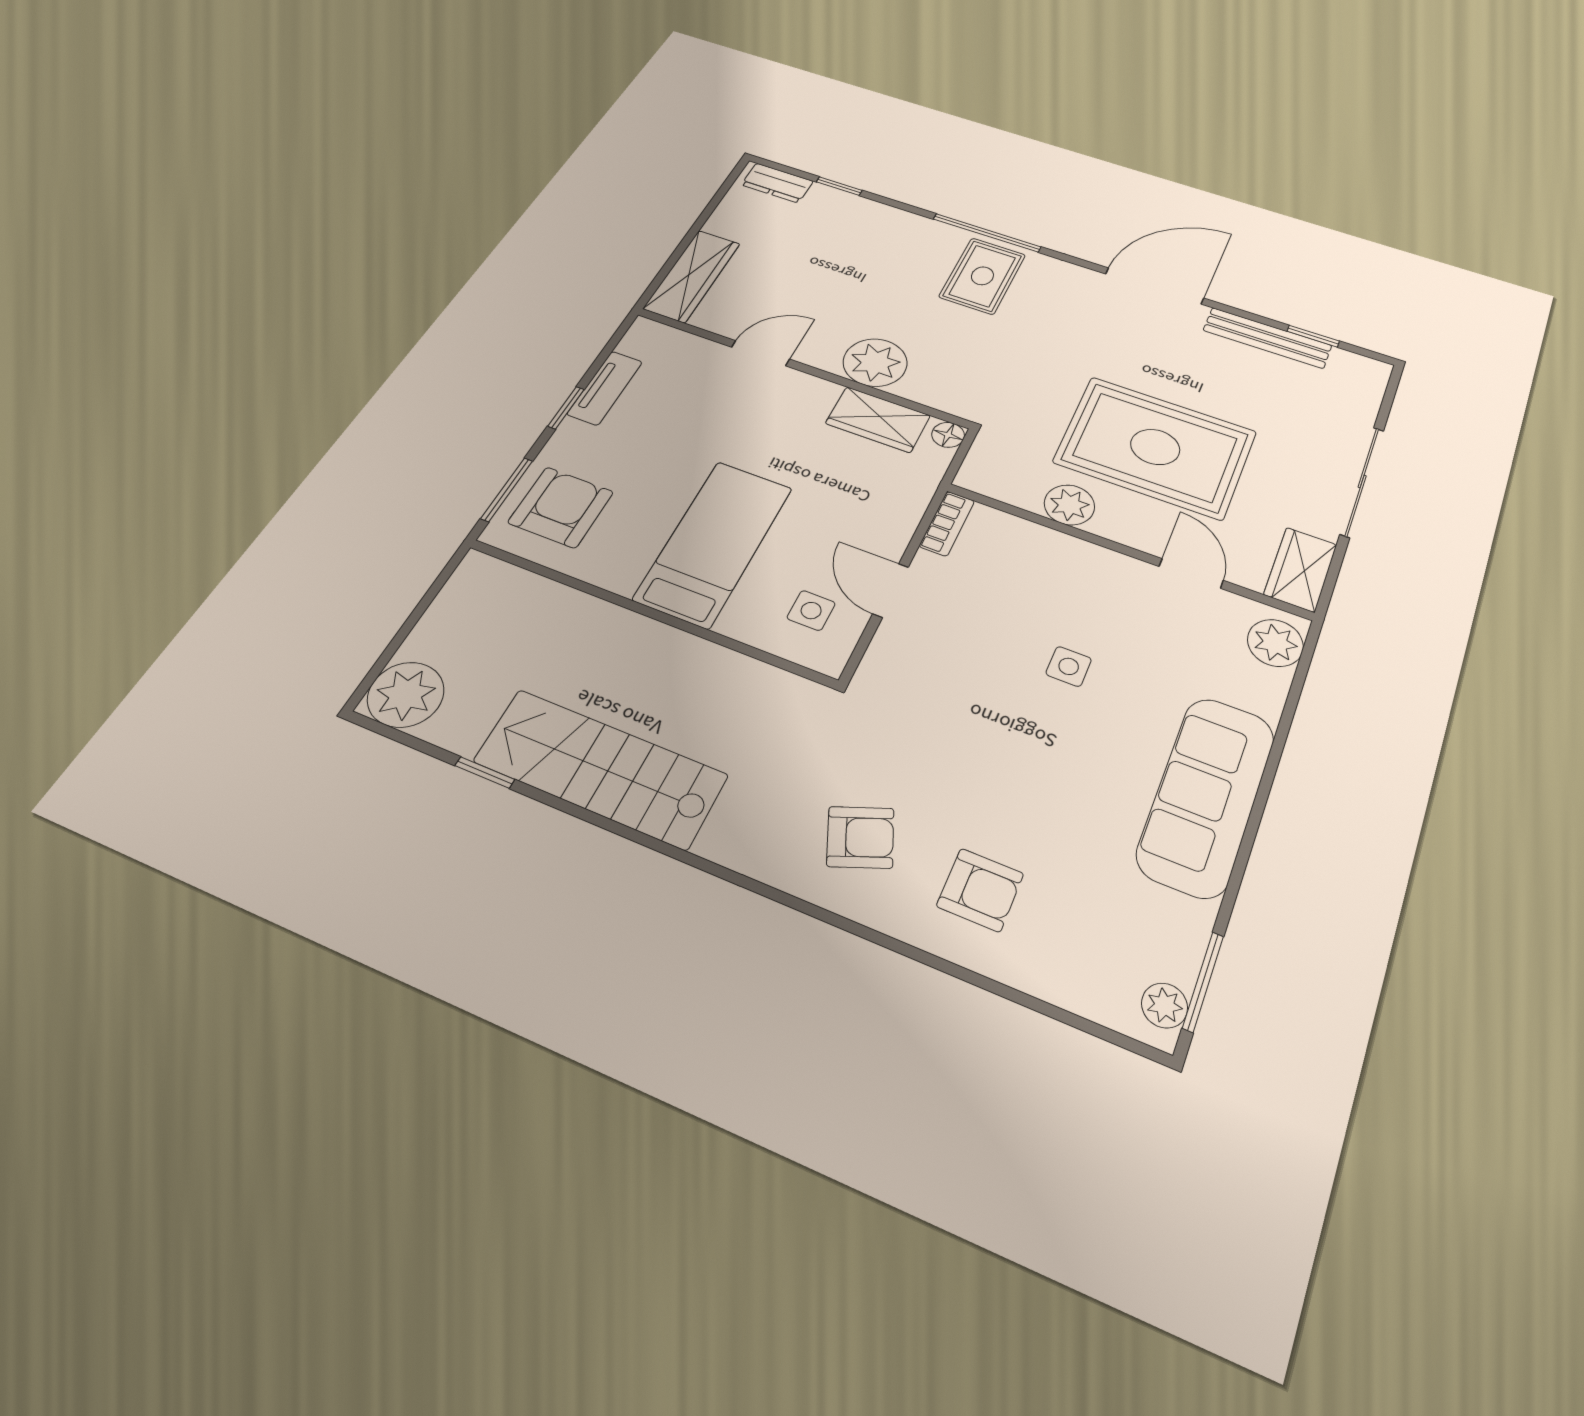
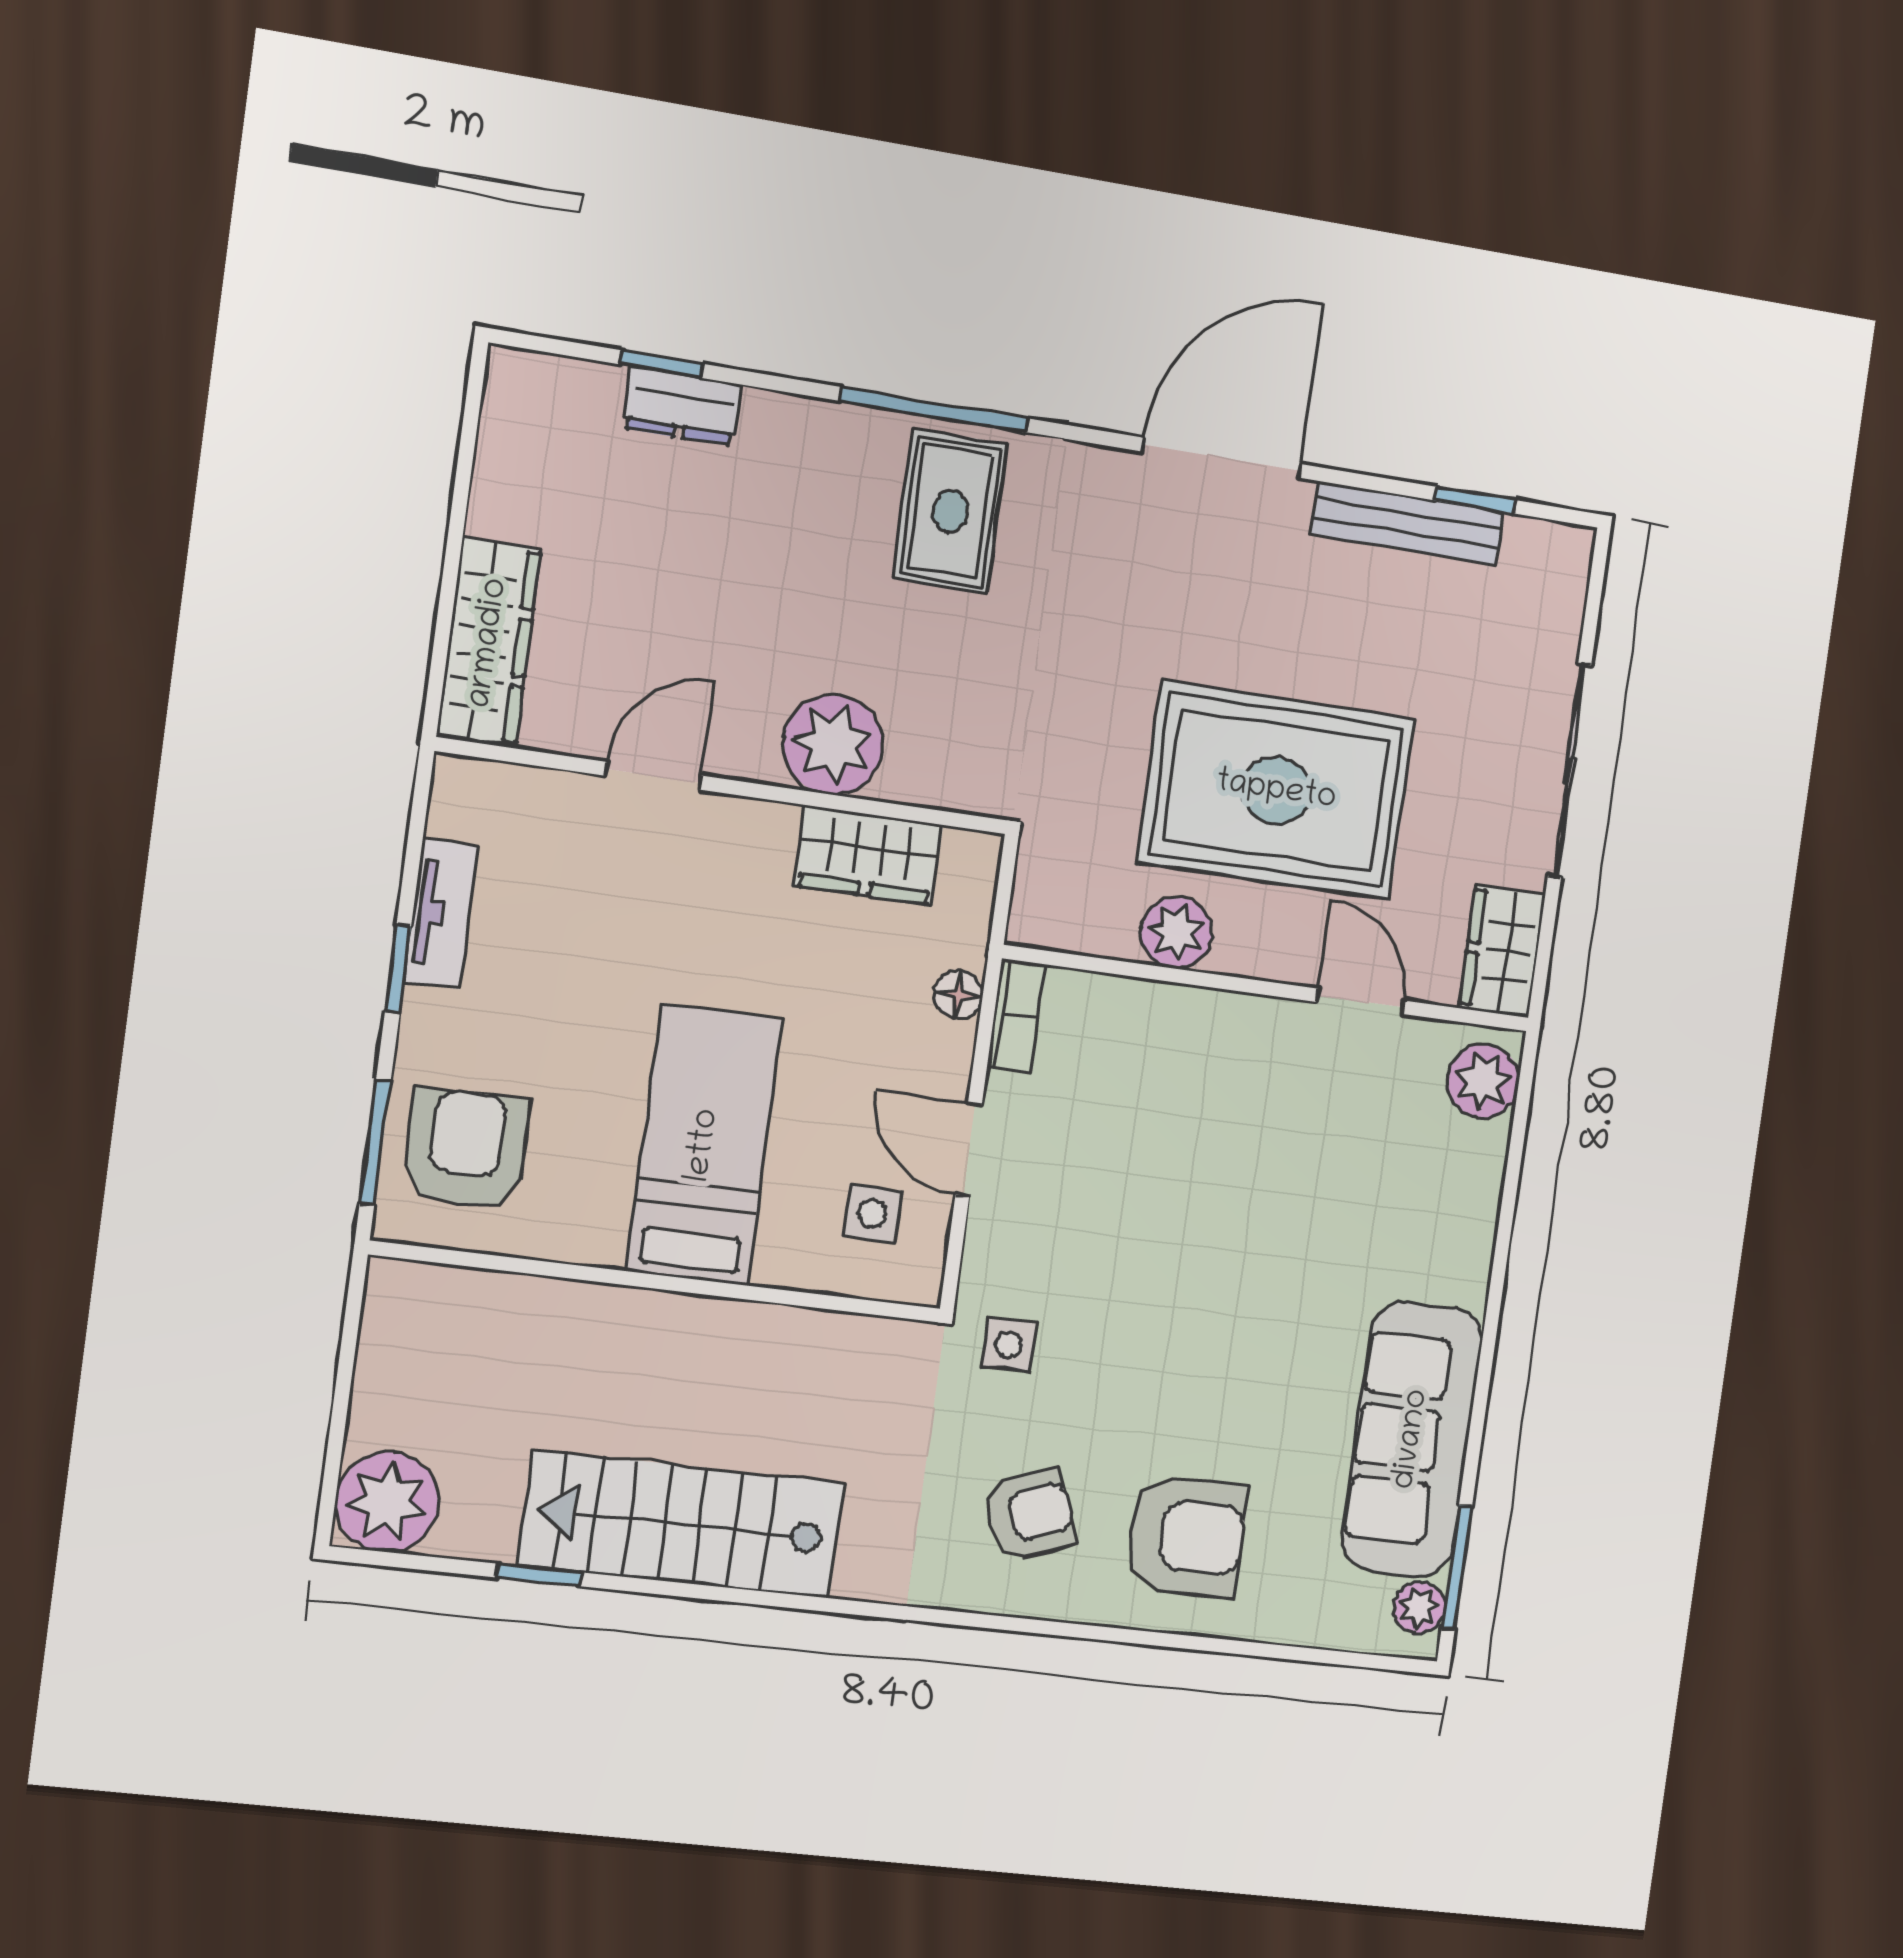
dresser: (777, 183) -> (682, 406), moved
floor lamp: (948, 435) -> (959, 994), moved
side table: (1069, 666) -> (1009, 1345), moved
sofa: (1206, 795) -> (1412, 1439), moved
armchair: (980, 890) -> (1186, 1536), width x1.38, depth x1.38

